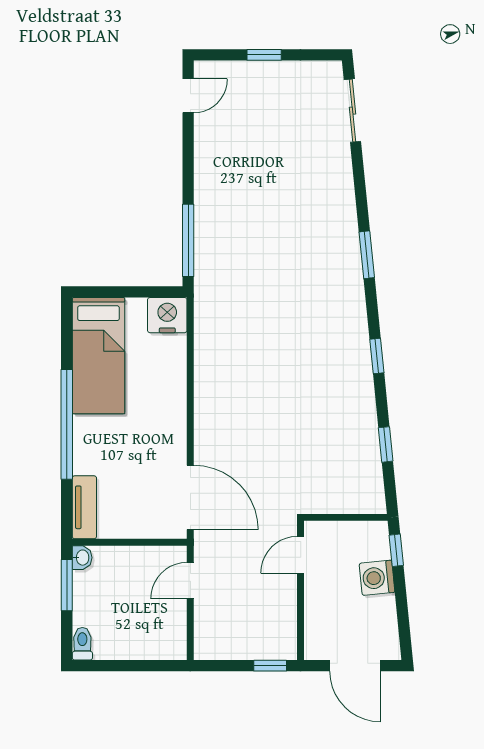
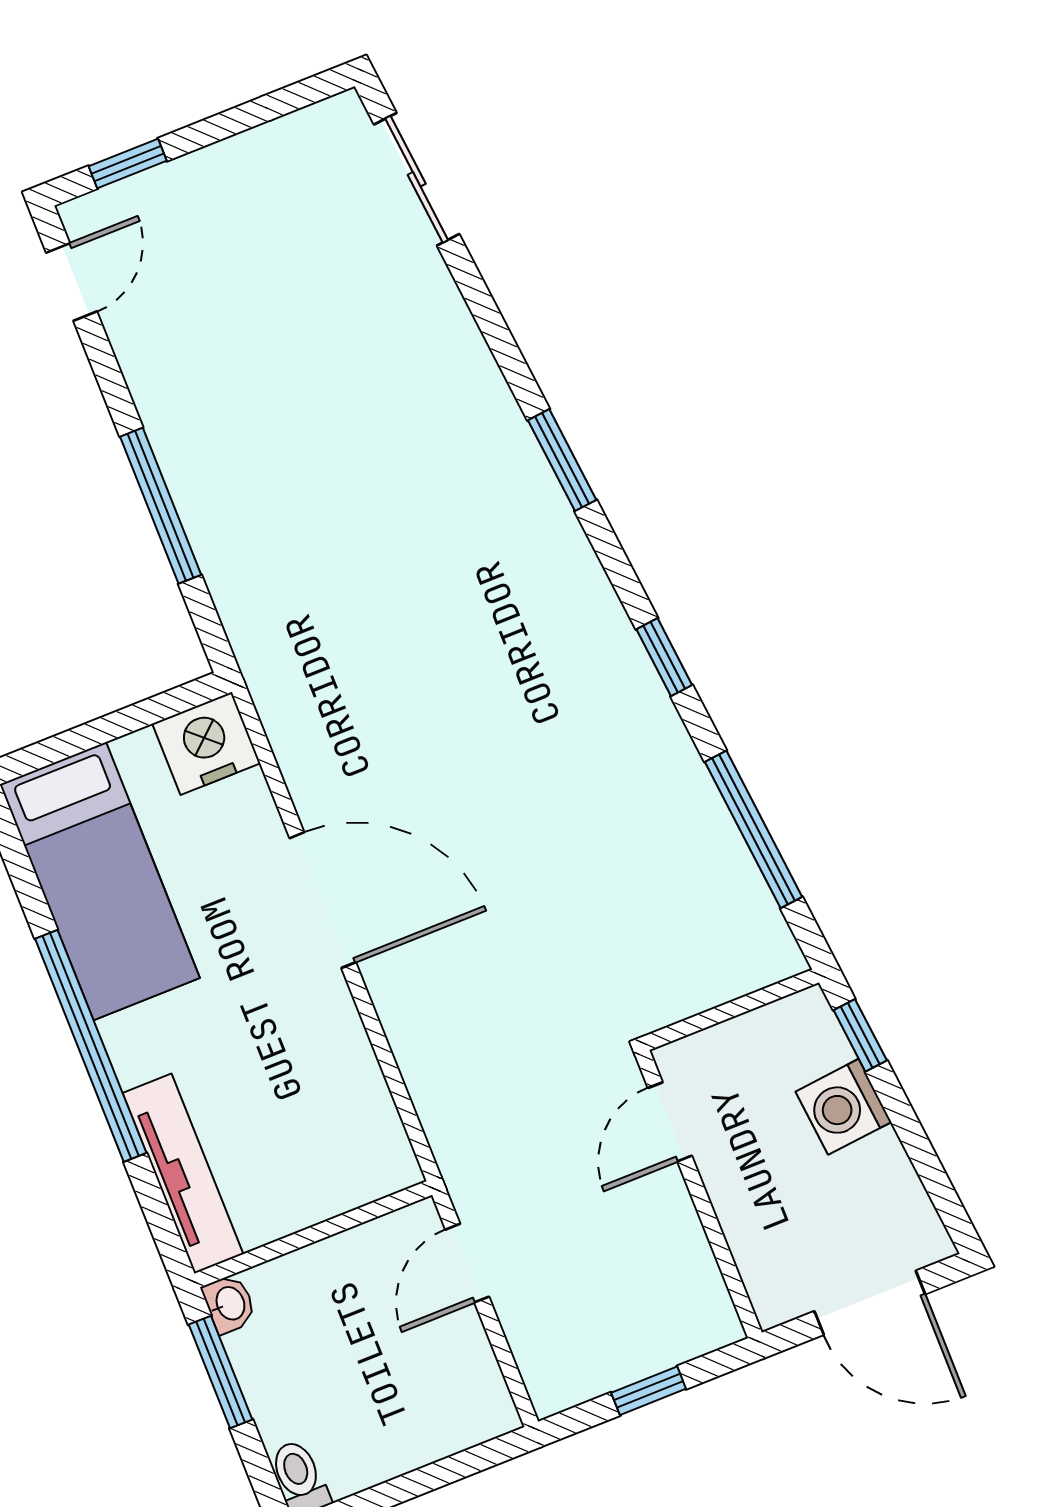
window: (264, 55) -> (128, 163), moved
window: (188, 240) -> (161, 506), moved
window: (386, 444) -> (753, 829), width x2.17
door: (190, 497) -> (323, 900), moved
tv unit: (84, 507) -> (183, 1174), width x1.41
window: (270, 666) -> (649, 1391), moved

